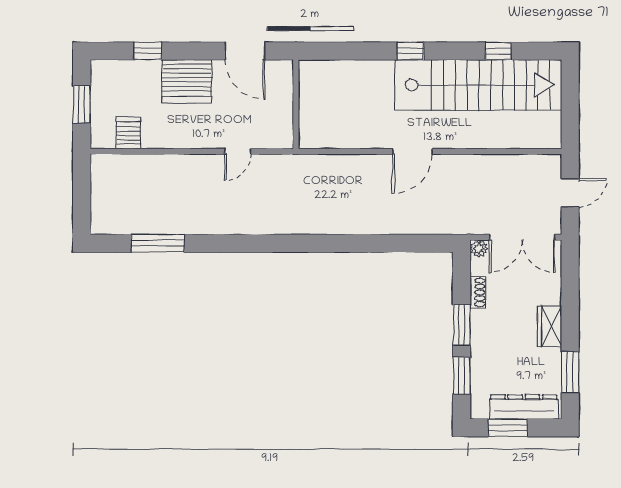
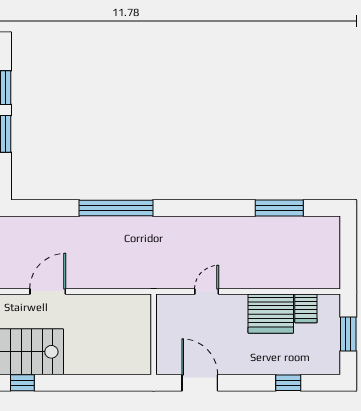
window: (410, 51) -> (22, 383), moved
server rack: (187, 81) -> (271, 314), moved, turned 180
window: (337, 243) -> (116, 208), added

